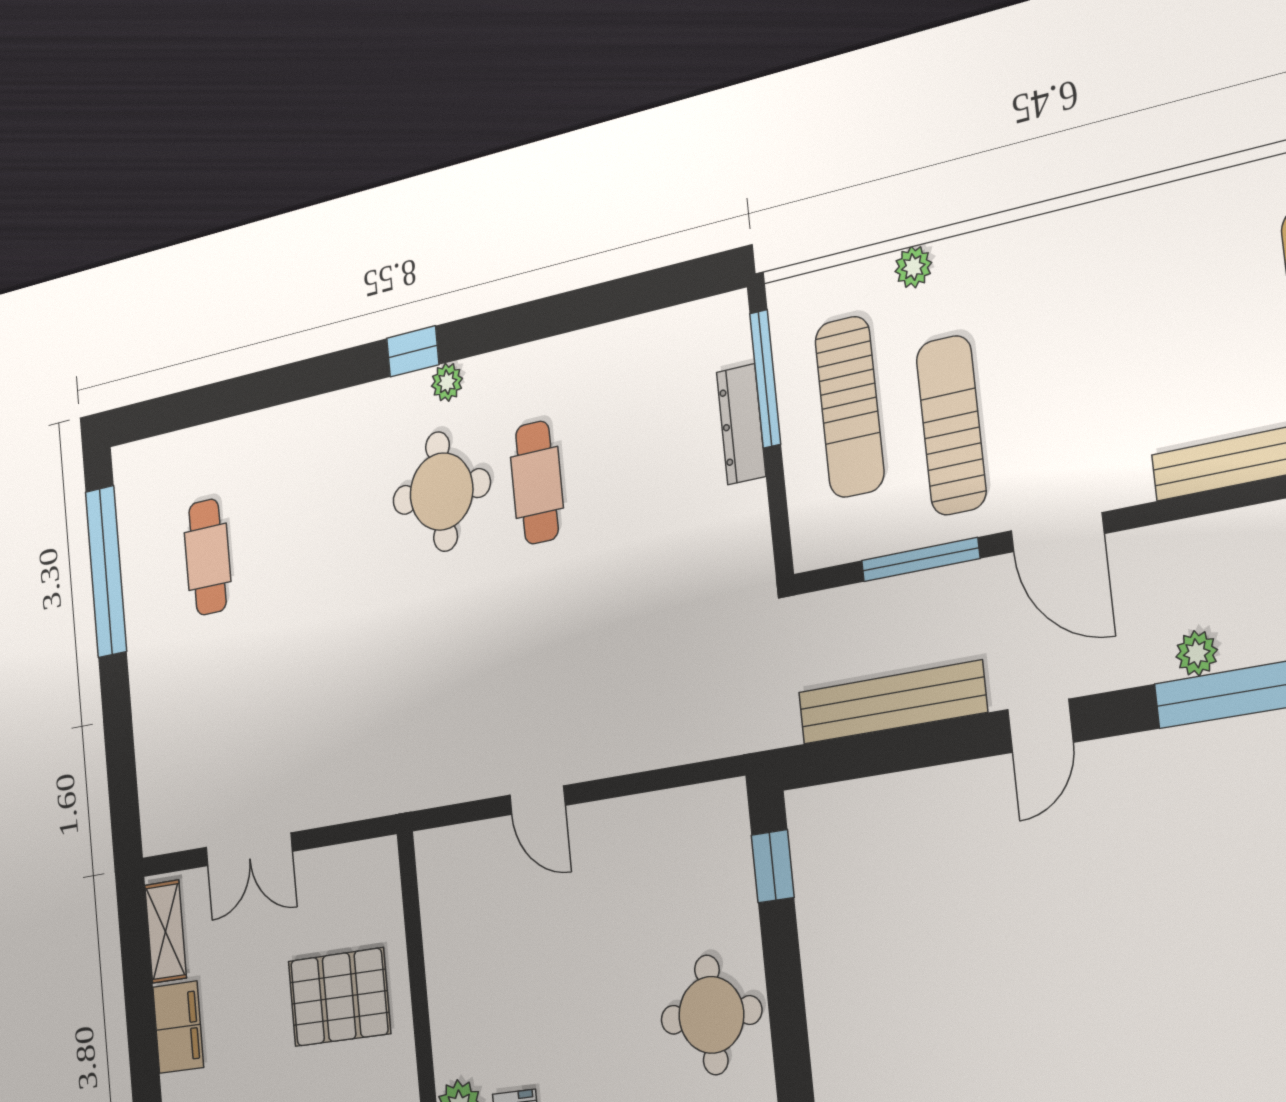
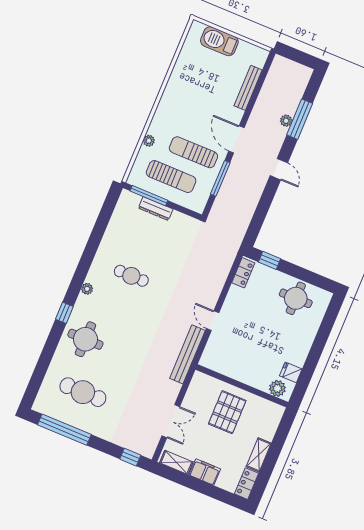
window: (413, 351) -> (64, 313), moved
round table: (442, 492) -> (85, 339), moved
door: (1057, 532) -> (236, 139), swing flipped
cafe table: (208, 557) -> (83, 392), width x1.37, depth x1.35
bench: (892, 702) -> (187, 354), moved
window: (123, 795) -> (130, 457), added
door: (537, 800) -> (213, 321), swing flipped
locker: (701, 808) -> (243, 273), added

